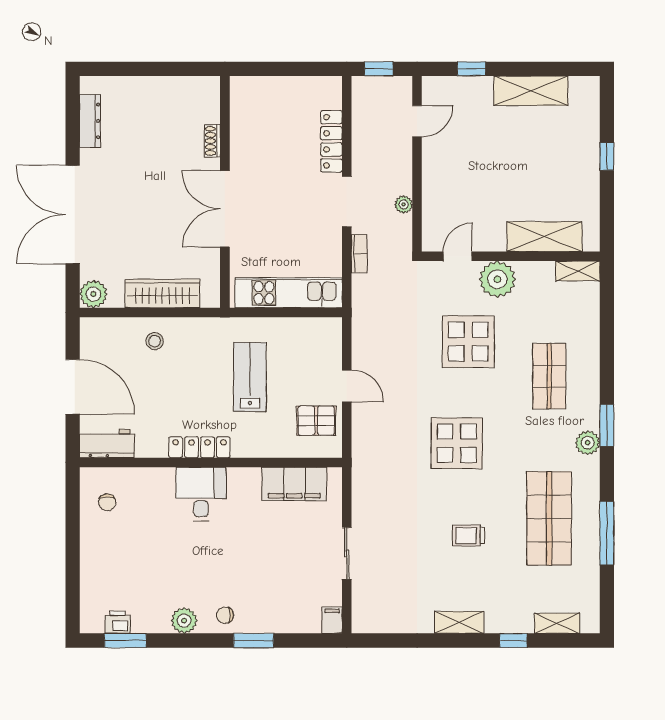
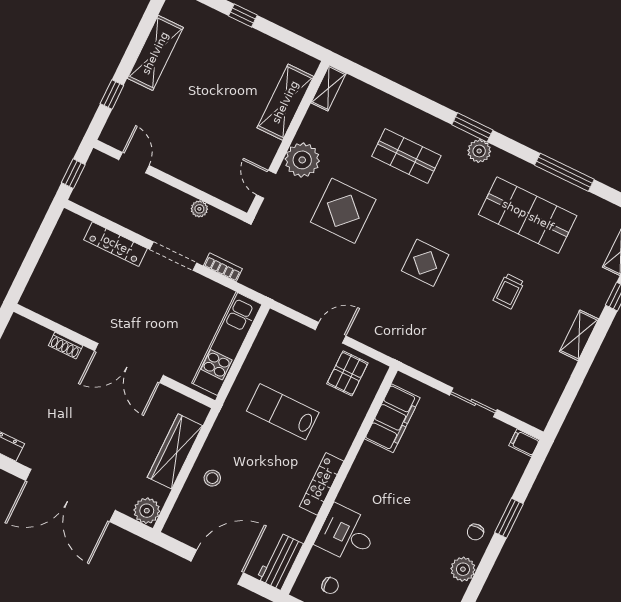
display table: (457, 443) -> (425, 263), width x0.73, depth x0.73
desk: (201, 494) -> (346, 534), moved

